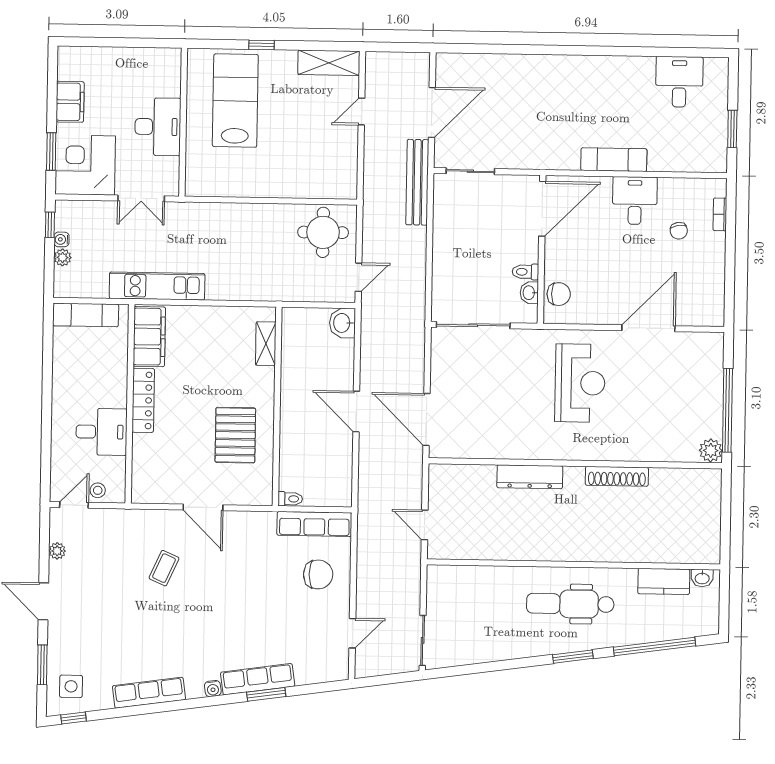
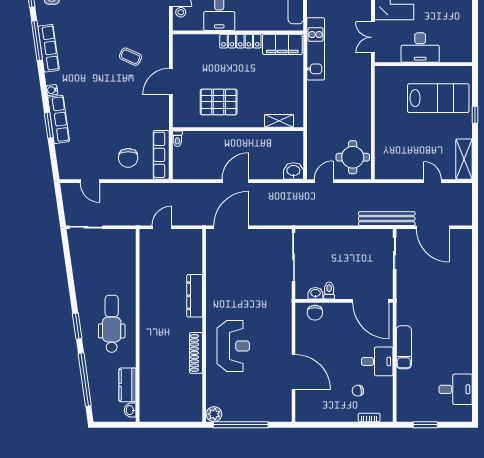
door: (359, 277) -> (324, 181), swing flipped
reception desk: (580, 383) -> (233, 346), moved, turned -90
window: (137, 710) -> (37, 41), added

